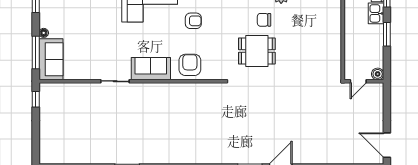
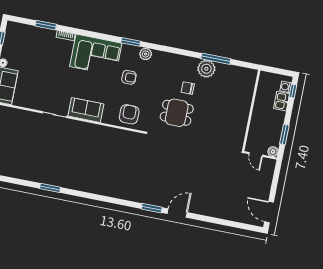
window: (387, 34) -> (284, 135), moved
armchair: (190, 65) -> (129, 114), moved
door: (358, 81) -> (256, 154), hinge flipped

